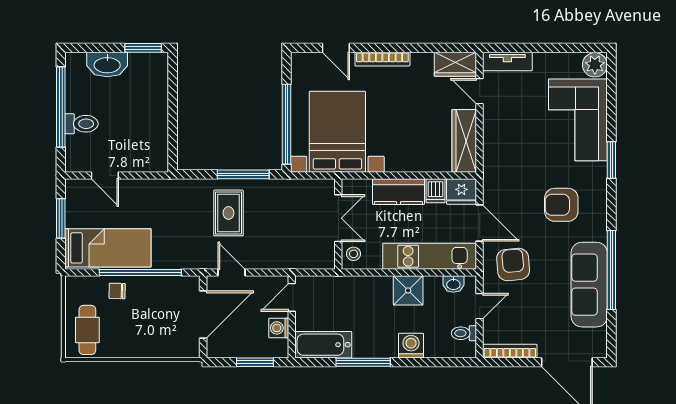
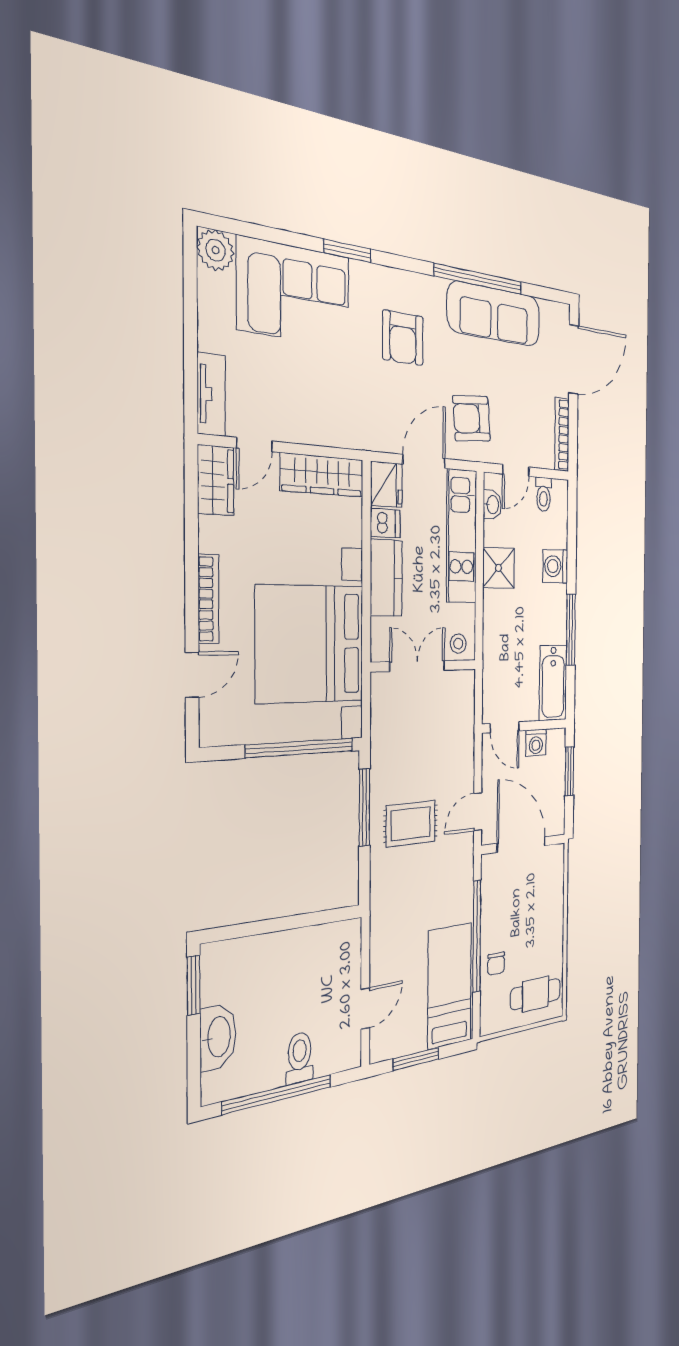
bed with nightstands: (337, 132) -> (310, 644), width x1.36
door: (480, 306) -> (516, 470), swing flipped

